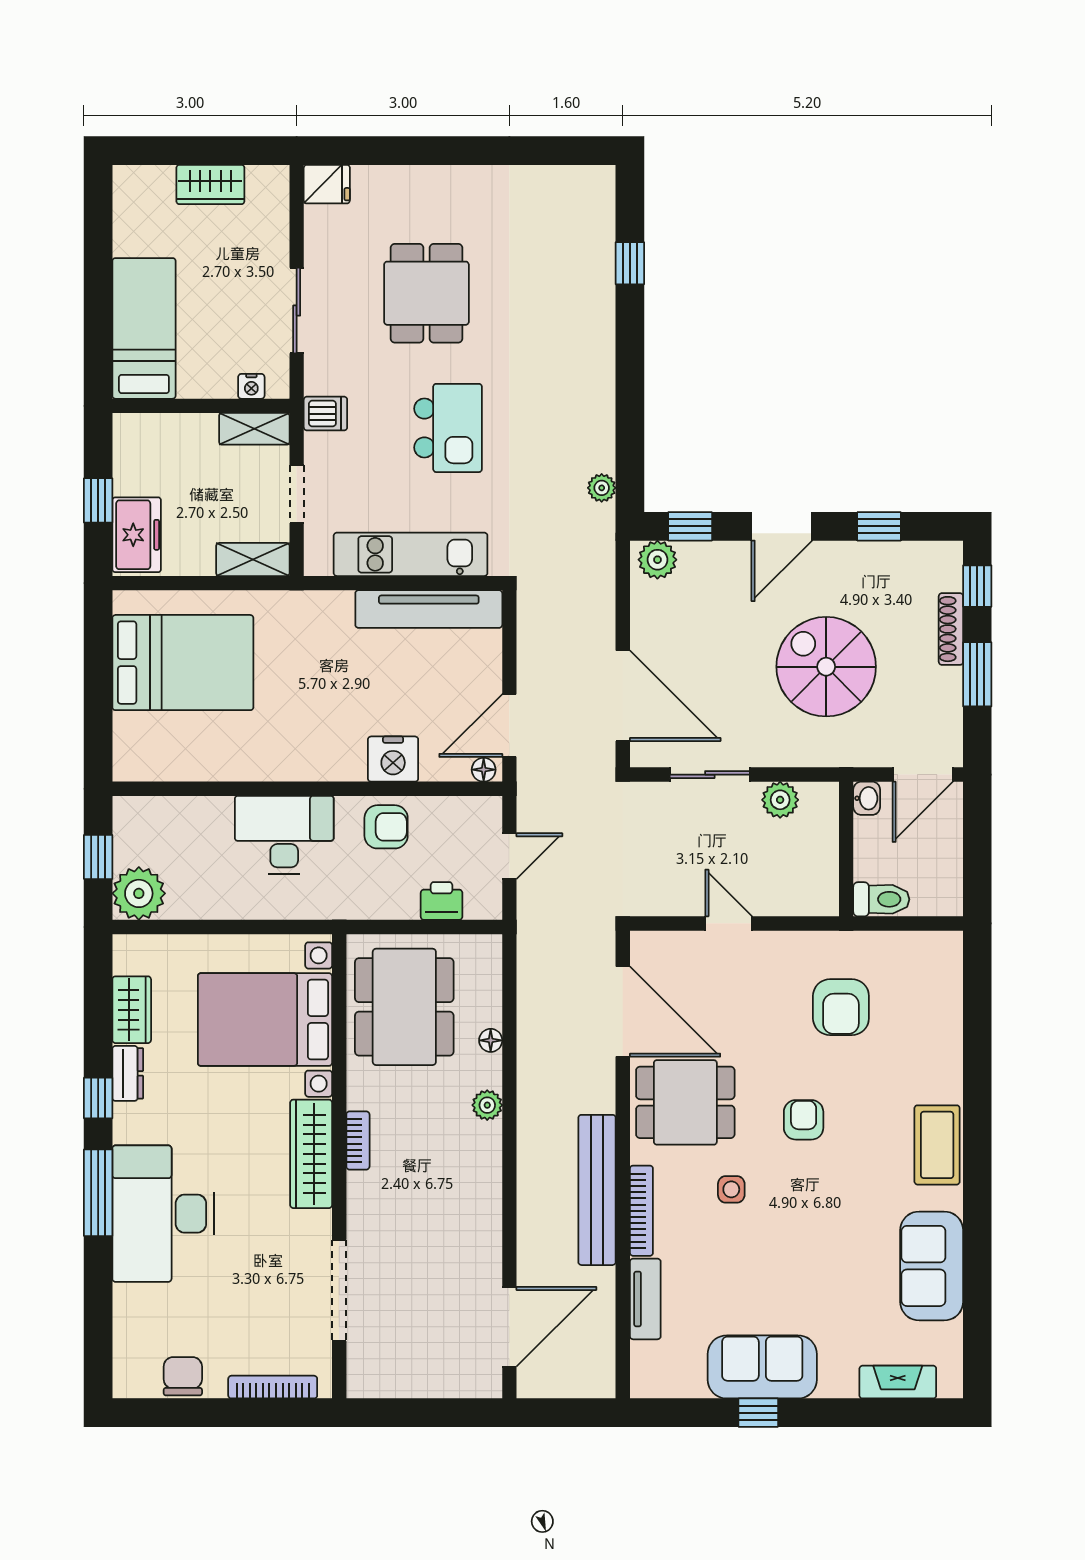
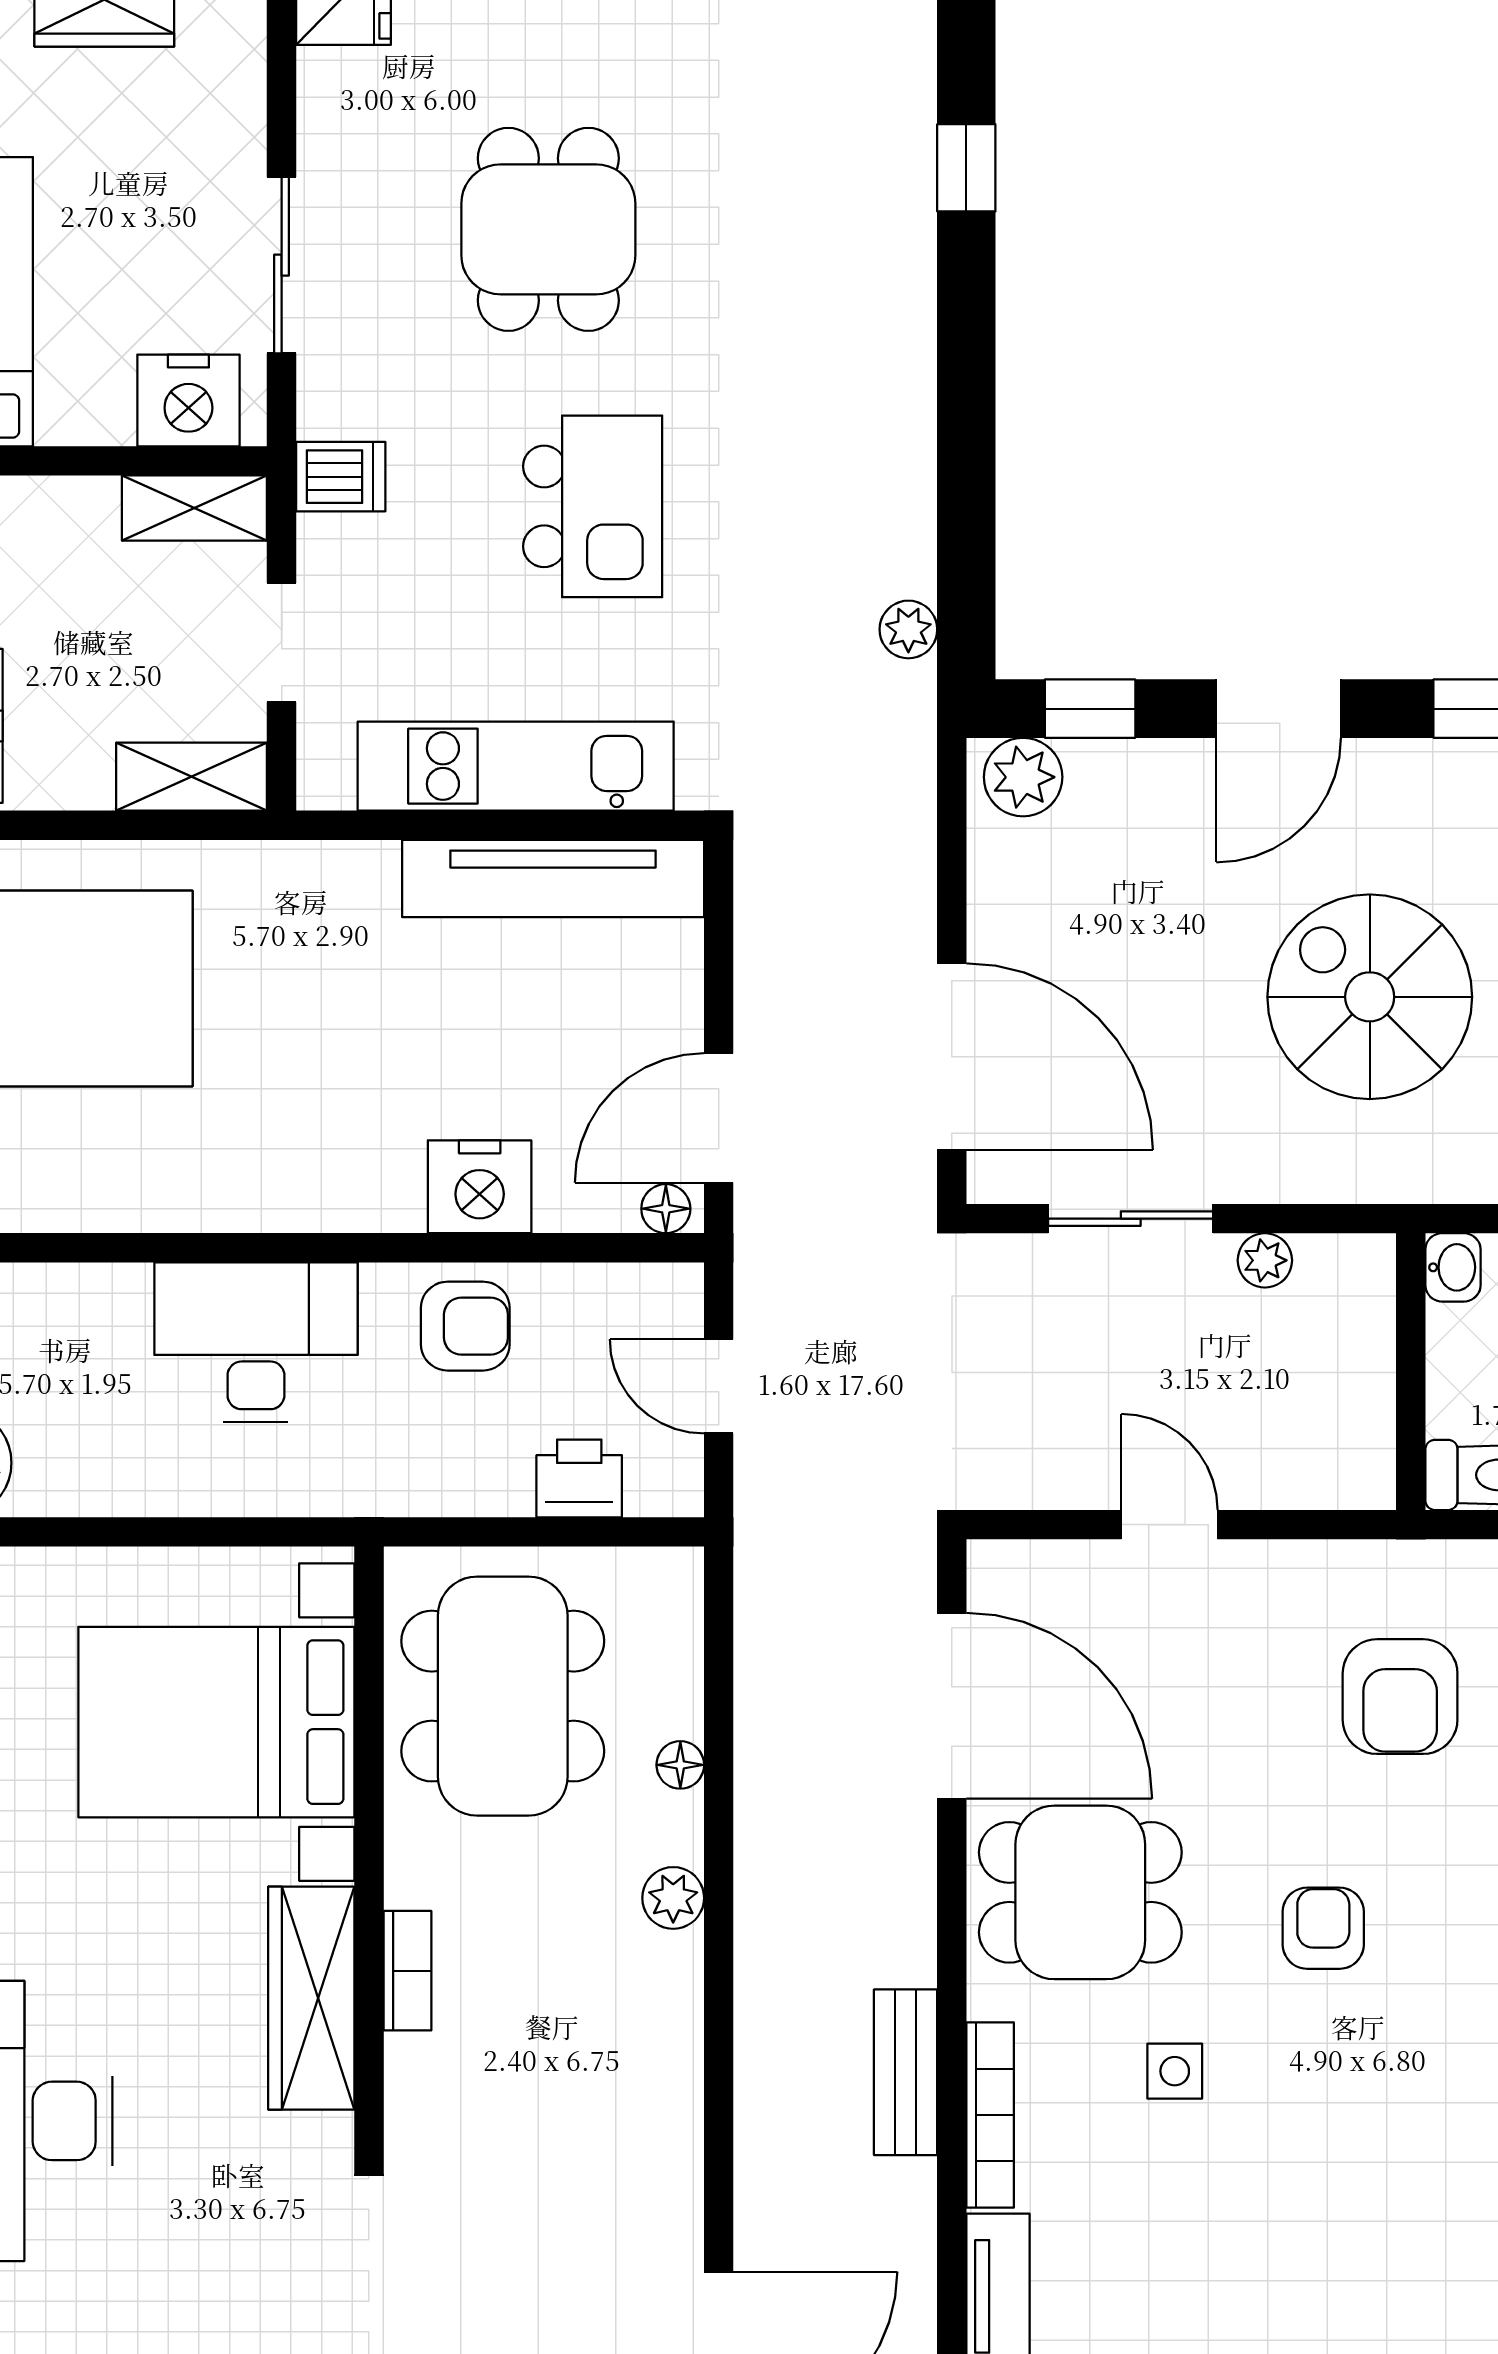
nightstand: (251, 386) -> (188, 400), width x1.89, depth x1.79
plant: (780, 800) -> (1265, 1260), width x0.73, depth x0.73
door: (509, 856) -> (719, 1386), swing flipped
bench: (597, 1190) -> (906, 2072), width x0.54, depth x0.82

